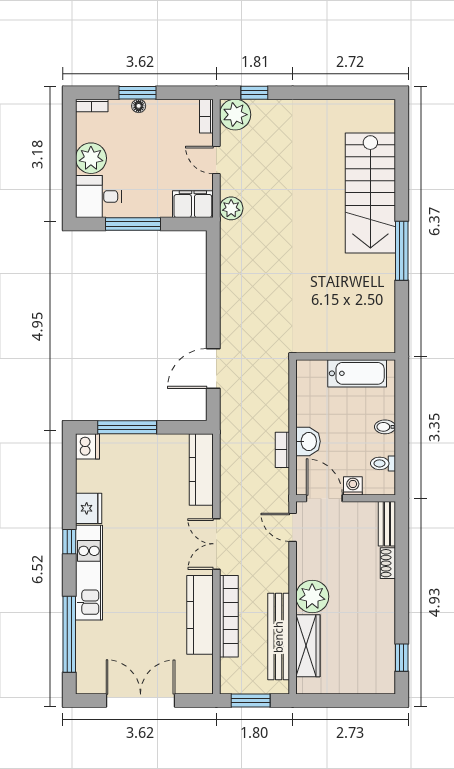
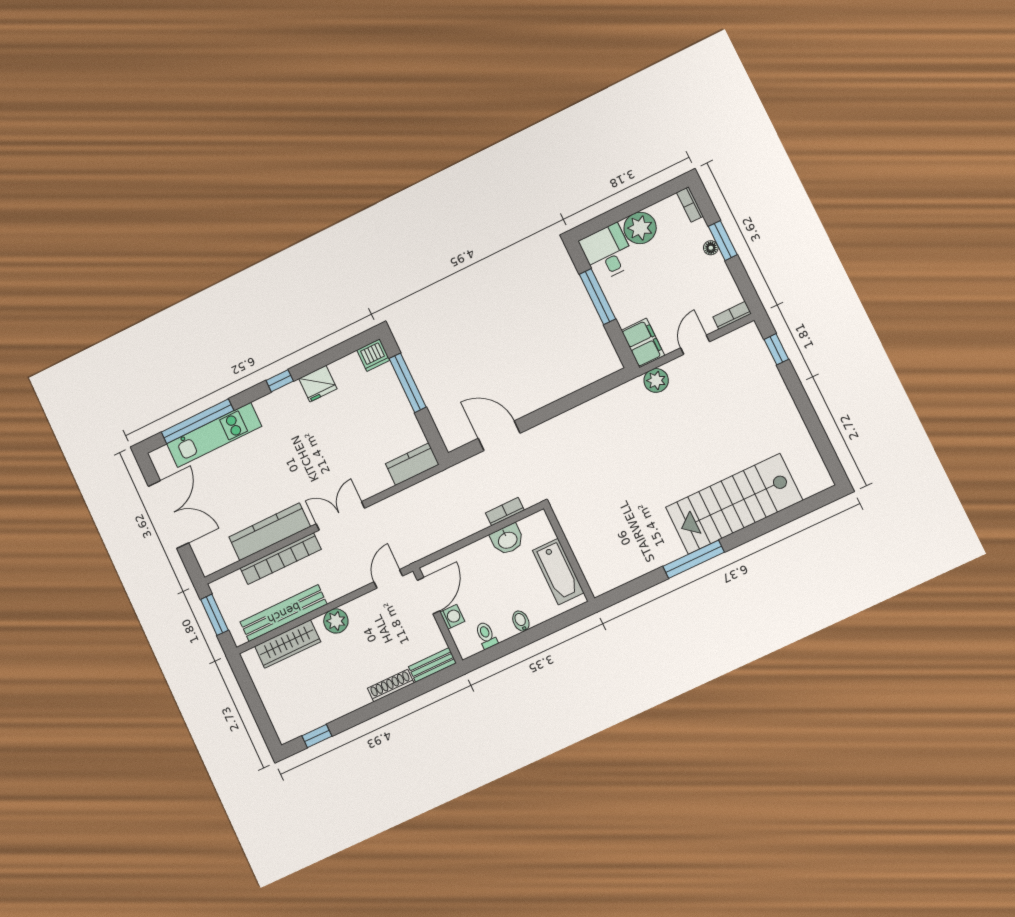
plant: (235, 115) -> (747, 341), removed
washbasin: (308, 441) -> (507, 540), moved
bookcase: (282, 450) -> (505, 512), moved
kitchen counter: (201, 470) -> (412, 464), width x0.67
shoe rack: (388, 563) -> (391, 686), width x1.43
kitchen unit: (89, 573) -> (214, 435), moved
plant: (312, 597) -> (336, 621), width x0.73, depth x0.73

